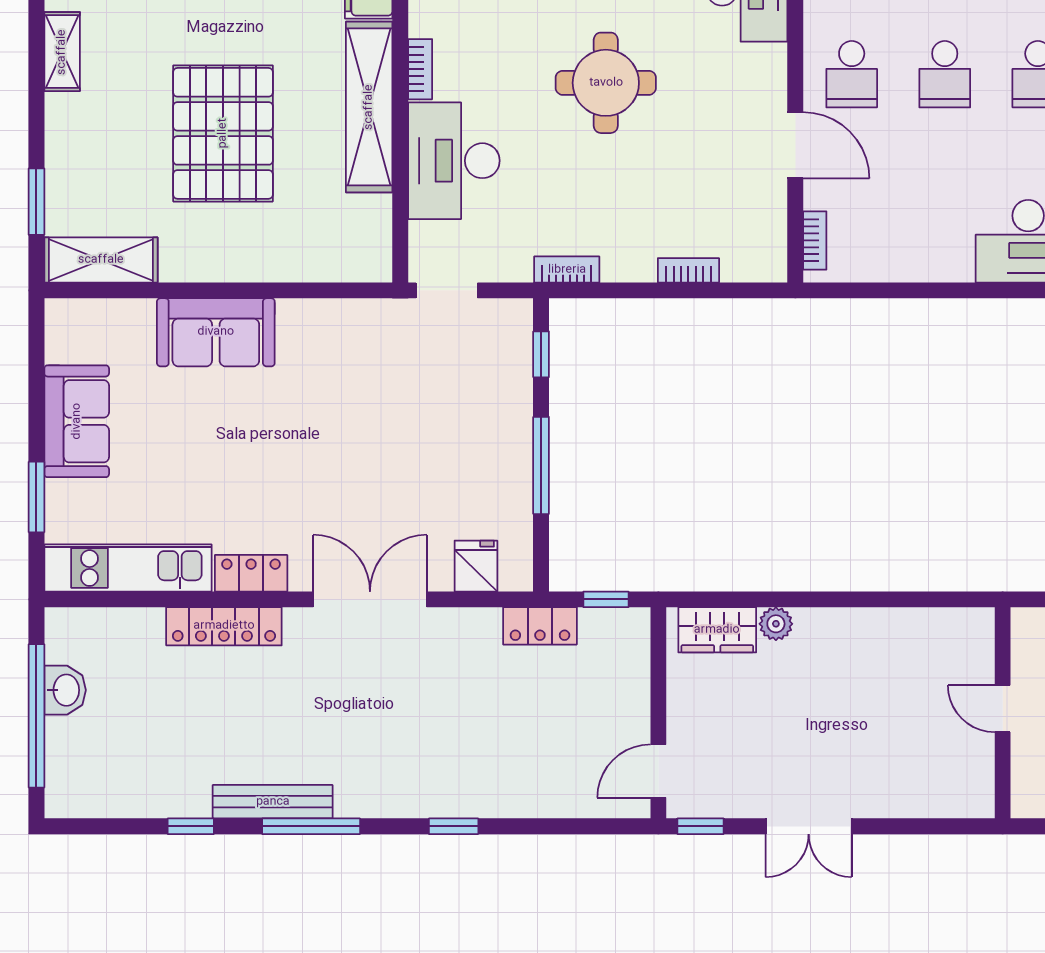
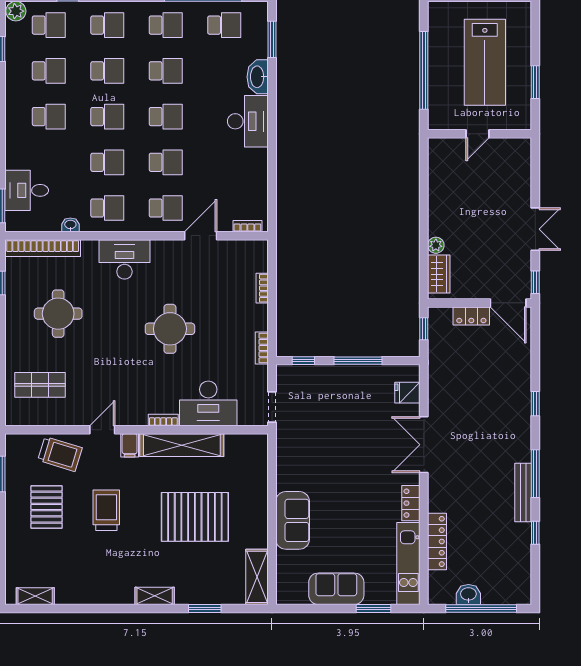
window: (36, 202) -> (205, 609), moved
locker: (224, 626) -> (437, 541), moved
locker: (540, 626) -> (471, 316), moved, turned 90
door: (658, 771) -> (508, 303), width x1.38

